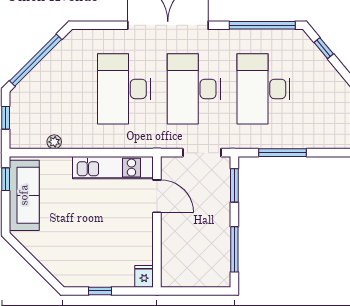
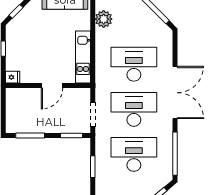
plant: (54, 142) -> (104, 19), width x1.88, depth x1.88
window: (282, 153) -> (93, 167), width x0.69
door: (157, 196) -> (52, 85), moved
window: (42, 271) -> (16, 11), added

